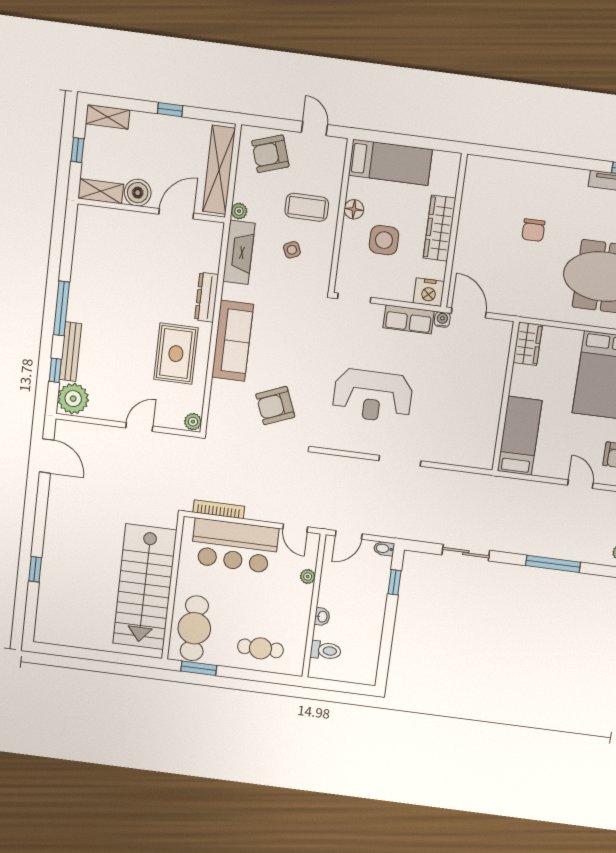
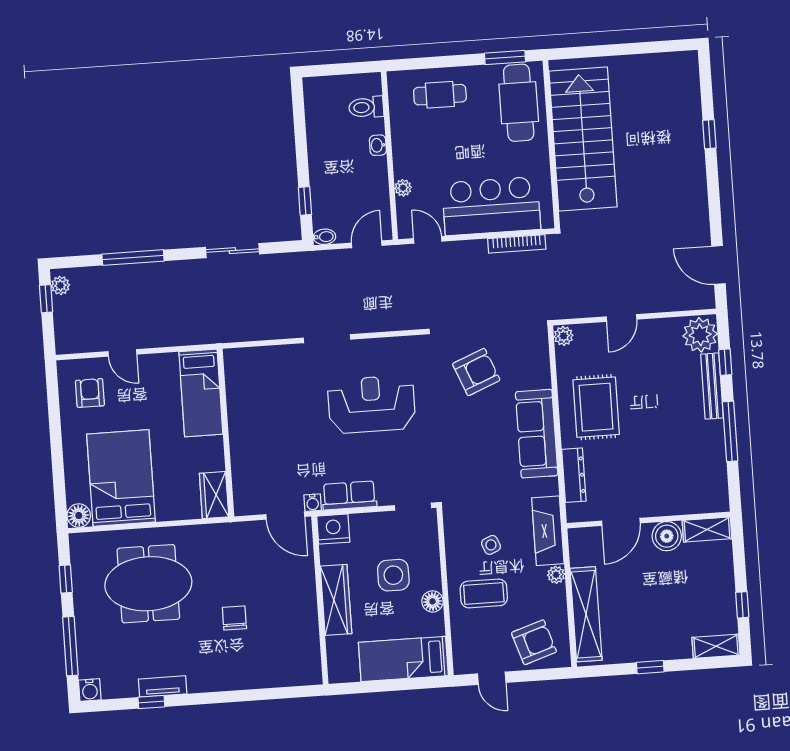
shelving: (101, 191) -> (707, 530), moved
boiler: (138, 193) -> (667, 536), moved
wall: (151, 210) -> (649, 520), moved
door: (176, 214) -> (621, 522), moved

